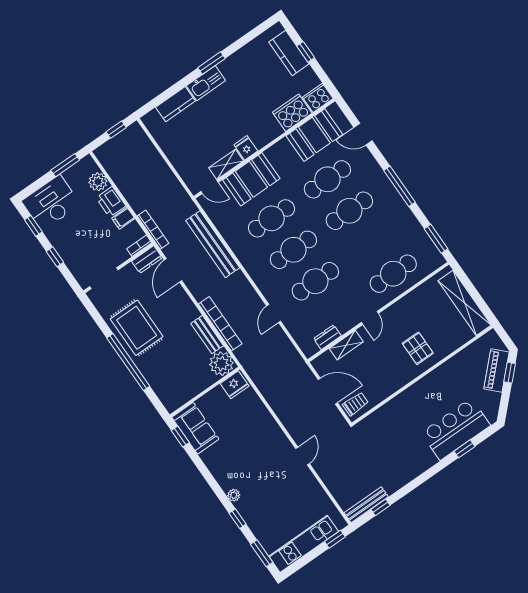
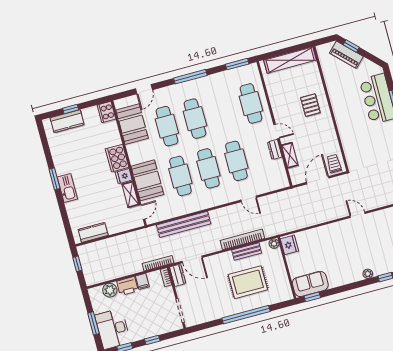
kitchen counter: (175, 104) -> (93, 232), moved, turned -90
cooker: (292, 113) -> (117, 158), moved
window: (65, 165) -> (93, 323), moved
rug: (137, 328) -> (248, 282), moved
dresser: (327, 337) -> (275, 150), moved
pallet: (418, 348) -> (310, 105), turned 90
plant: (221, 364) -> (274, 244), width x0.53, depth x0.53

